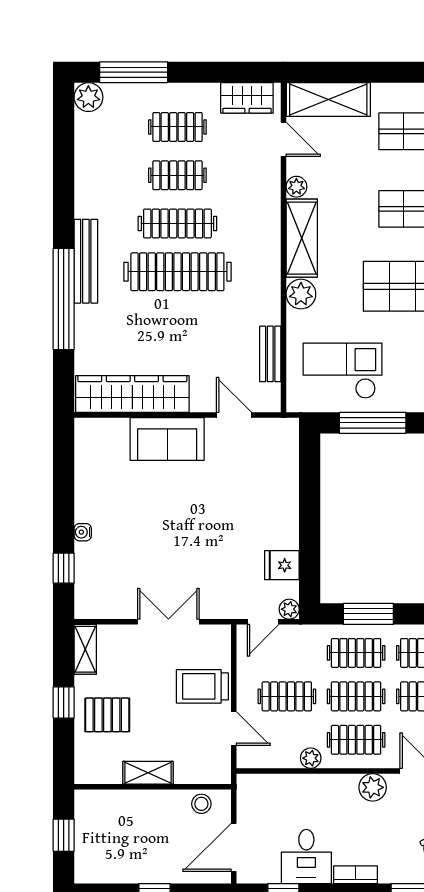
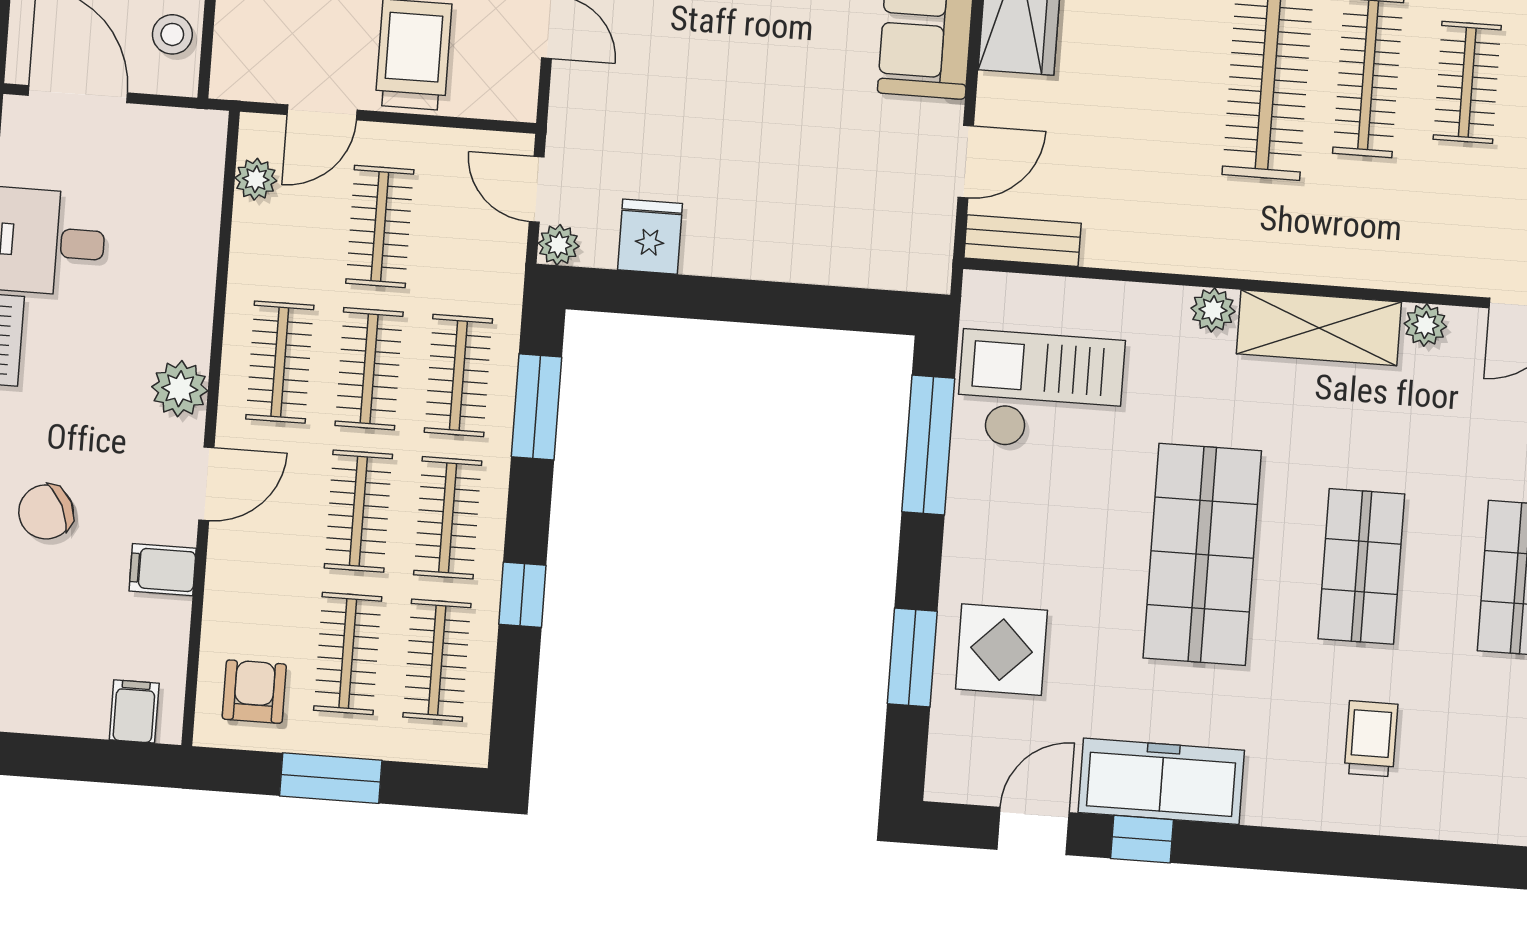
plant: (301, 294) -> (1213, 310), width x0.73, depth x0.73
bench: (270, 354) -> (1023, 241), moved
checkout: (343, 371) -> (1040, 391), turned -90
plant: (311, 758) -> (256, 179), moved

